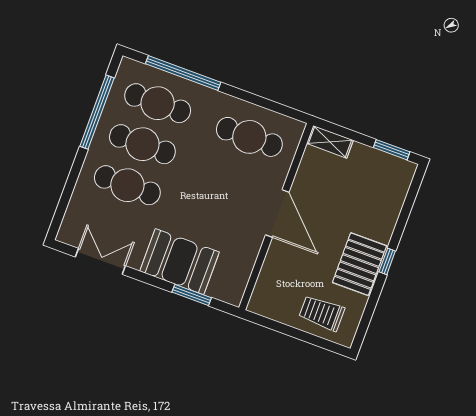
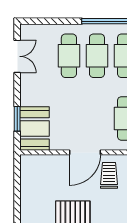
booth: (180, 262) -> (34, 128), moved
trolley: (322, 313) -> (109, 175), moved

